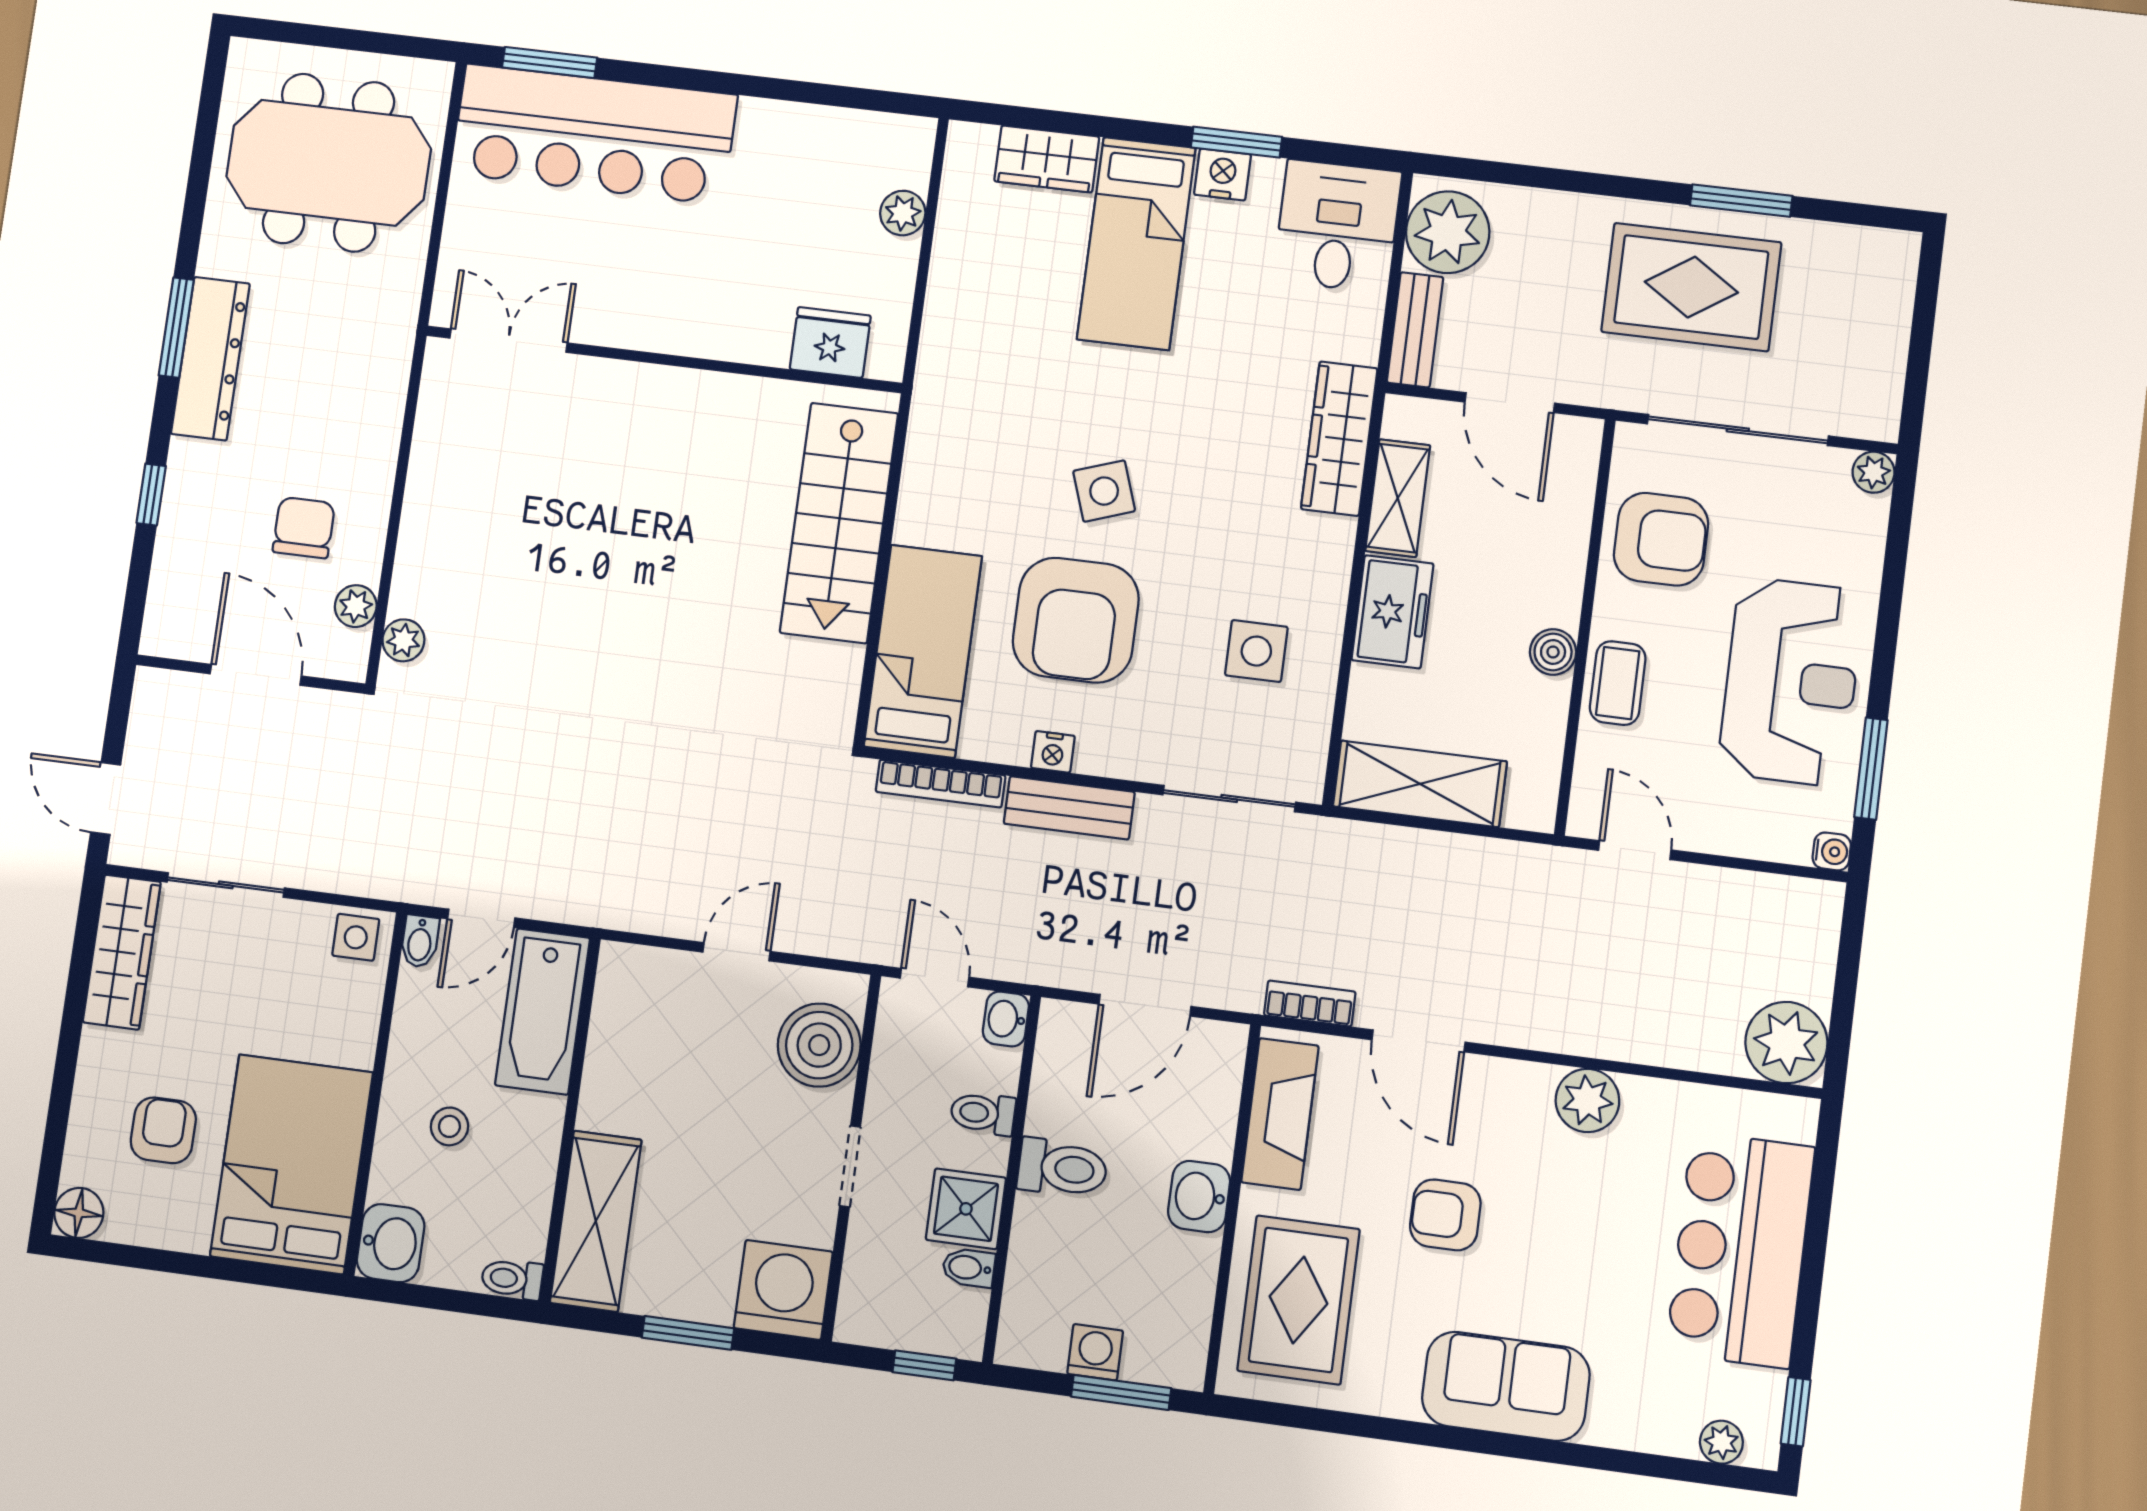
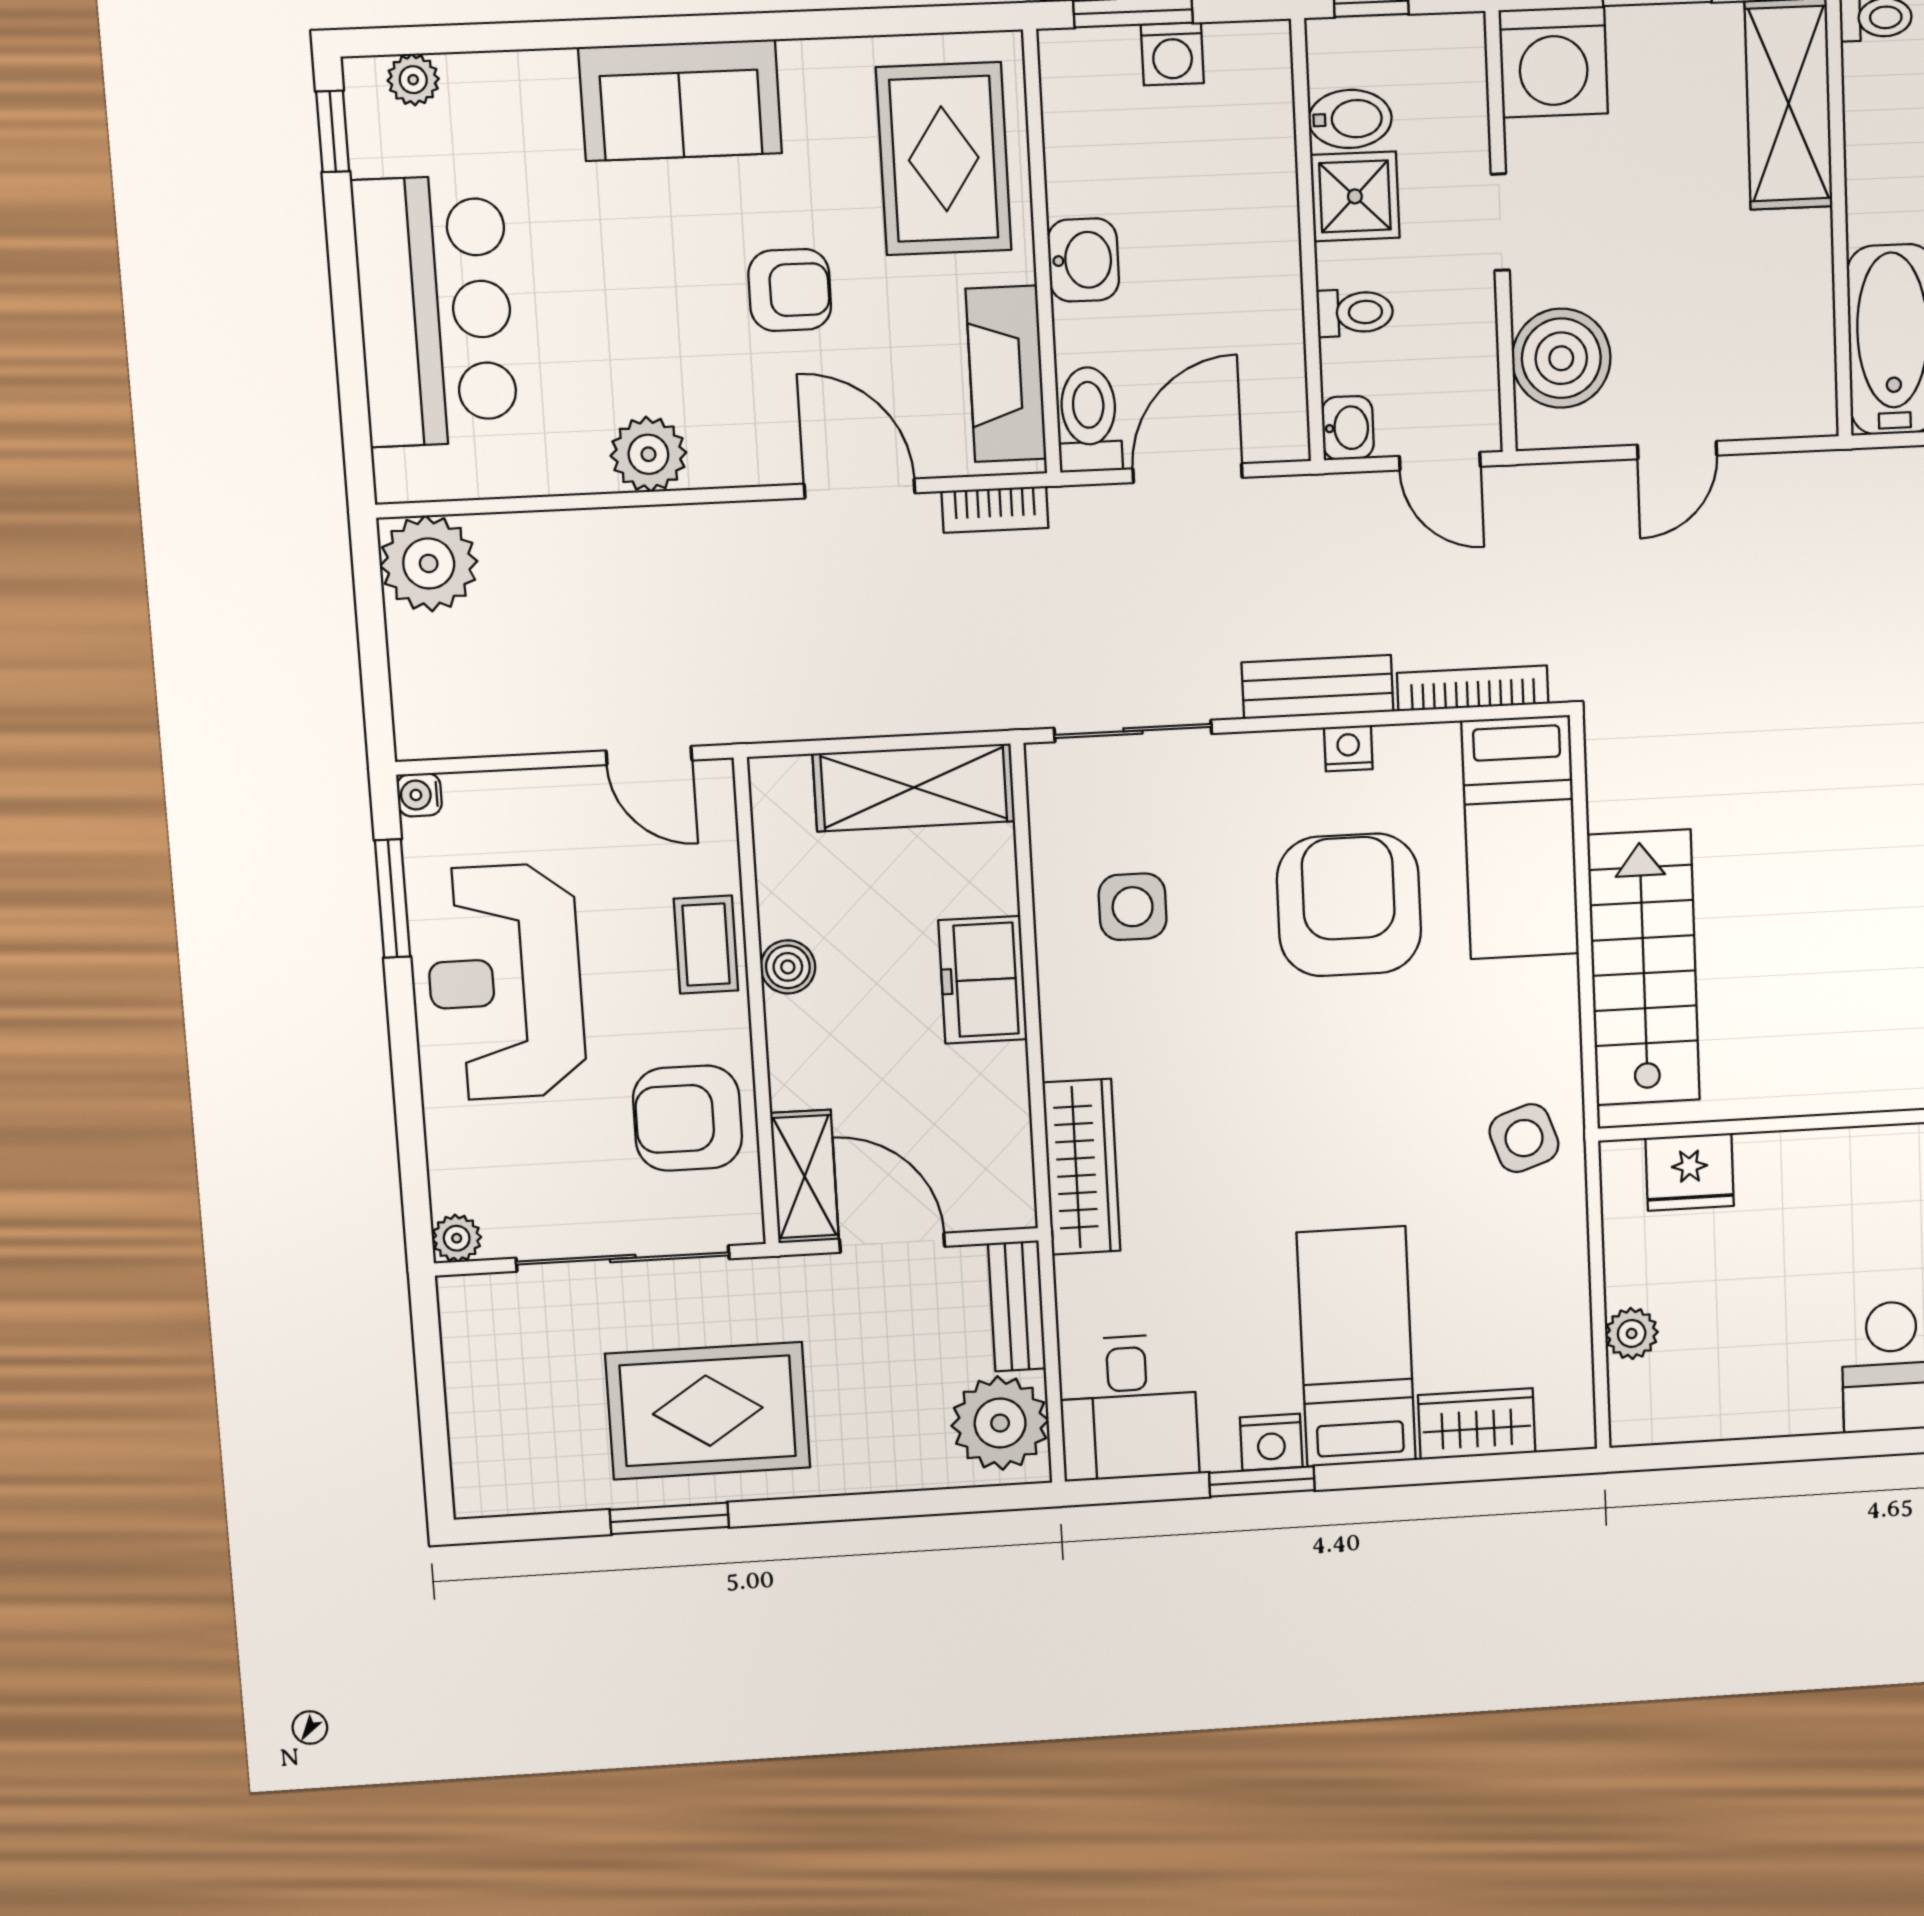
side table: (1104, 491) -> (1524, 1138), moved
shelving: (1398, 498) -> (805, 1177), moved
toilet: (1062, 1168) -> (1089, 419), moved, turned 90
bidet: (969, 1268) -> (1350, 119), width x1.38, depth x1.36

